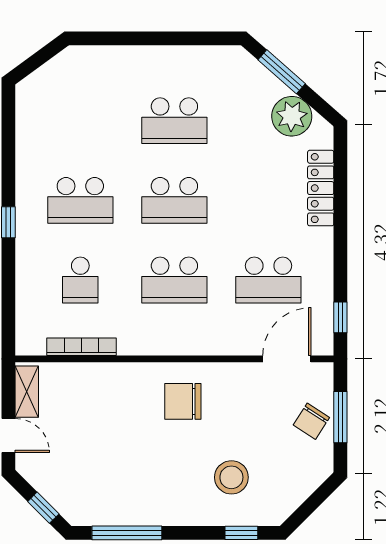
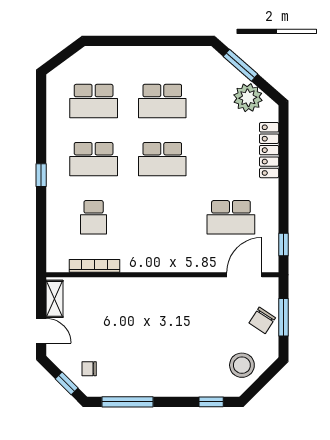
school desk: (174, 280) -> (94, 101), moved
chair: (183, 401) -> (89, 369), moved, width x0.54, depth x0.54
stool: (231, 477) -> (242, 365), moved

